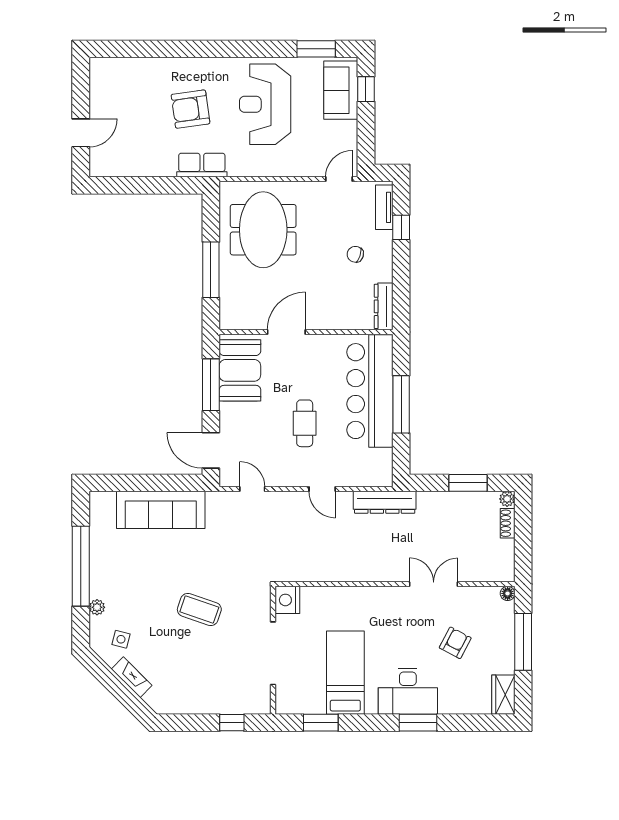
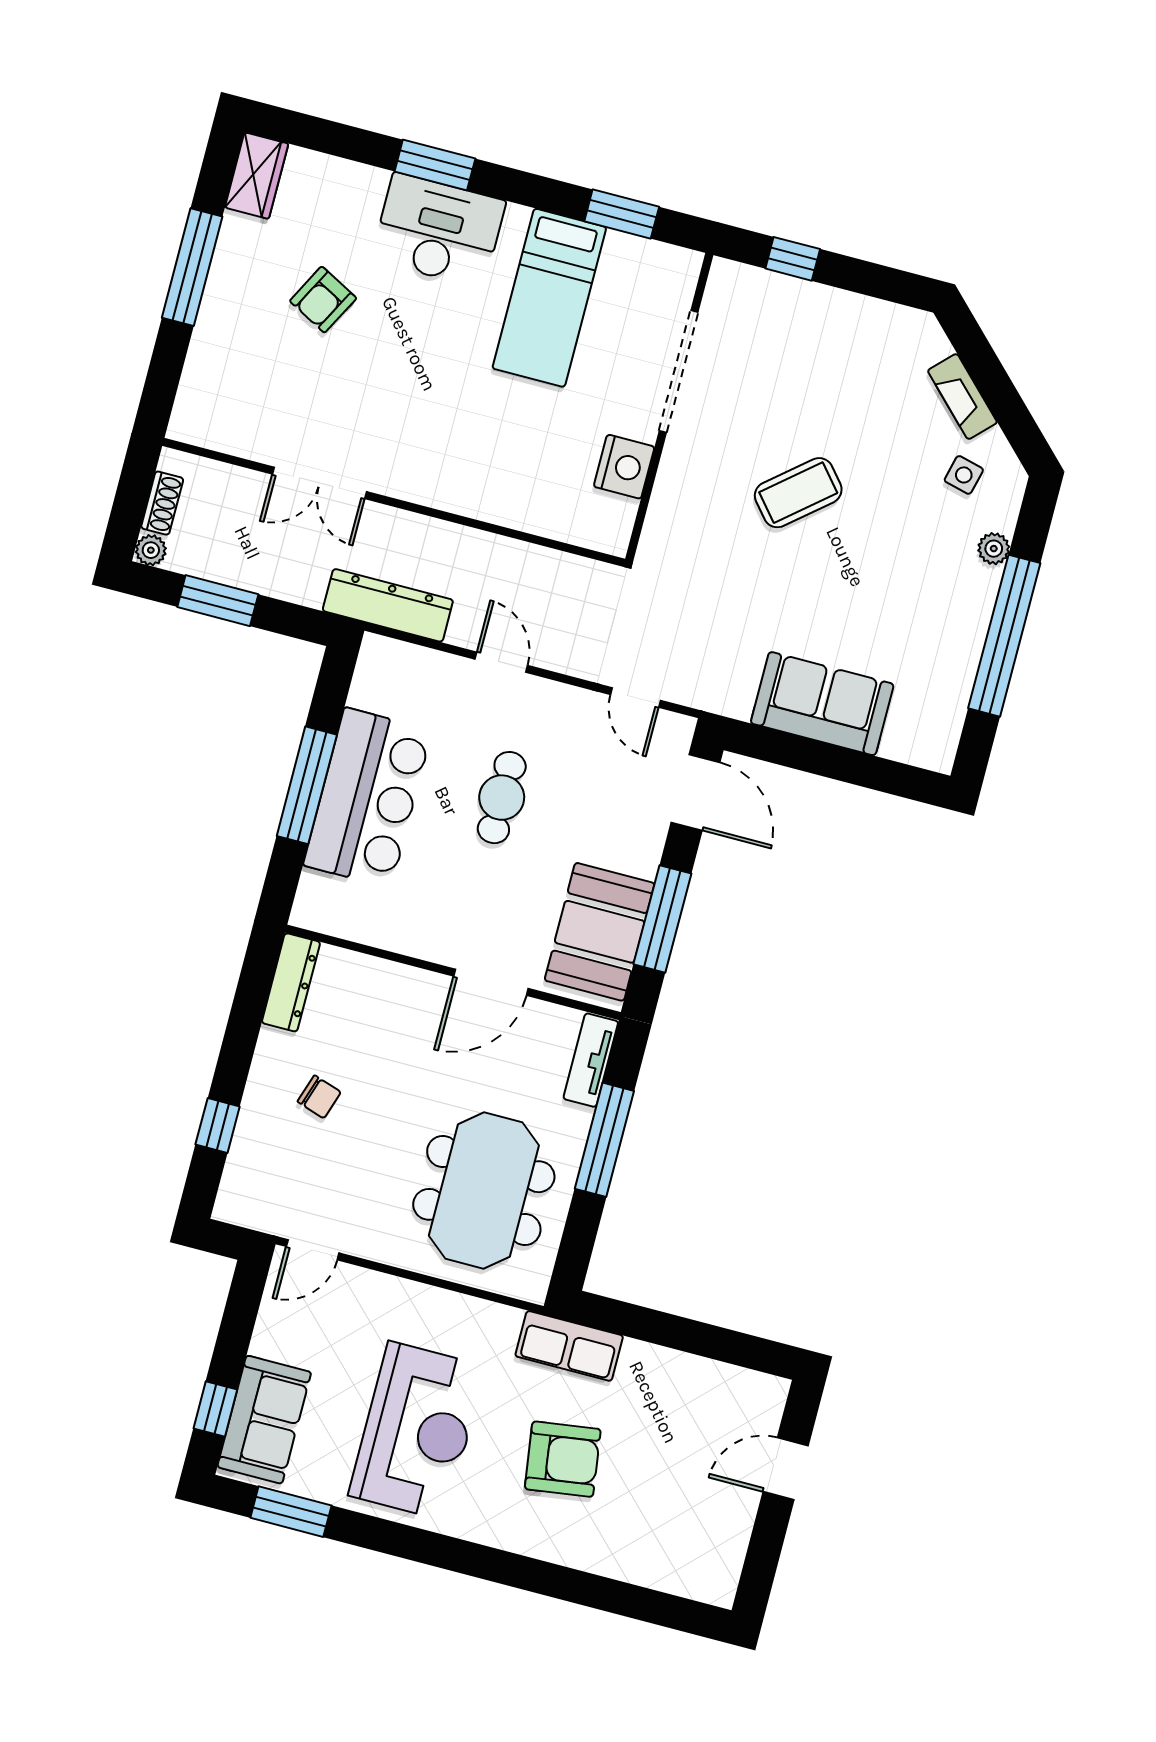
tv unit: (384, 207) -> (591, 1060), moved, turned 180
bar counter: (370, 391) -> (368, 798), width x0.73
sofa: (161, 510) -> (822, 704), width x0.73
wall: (395, 584) -> (394, 502), moved
double door: (434, 584) -> (319, 483), moved
floor lamp: (508, 593) -> (198, 368), removed
coffee table: (199, 609) -> (798, 493), turned -59

